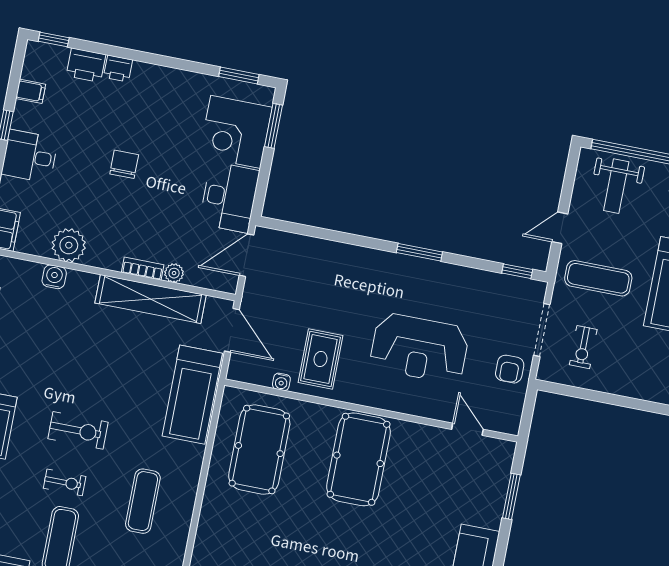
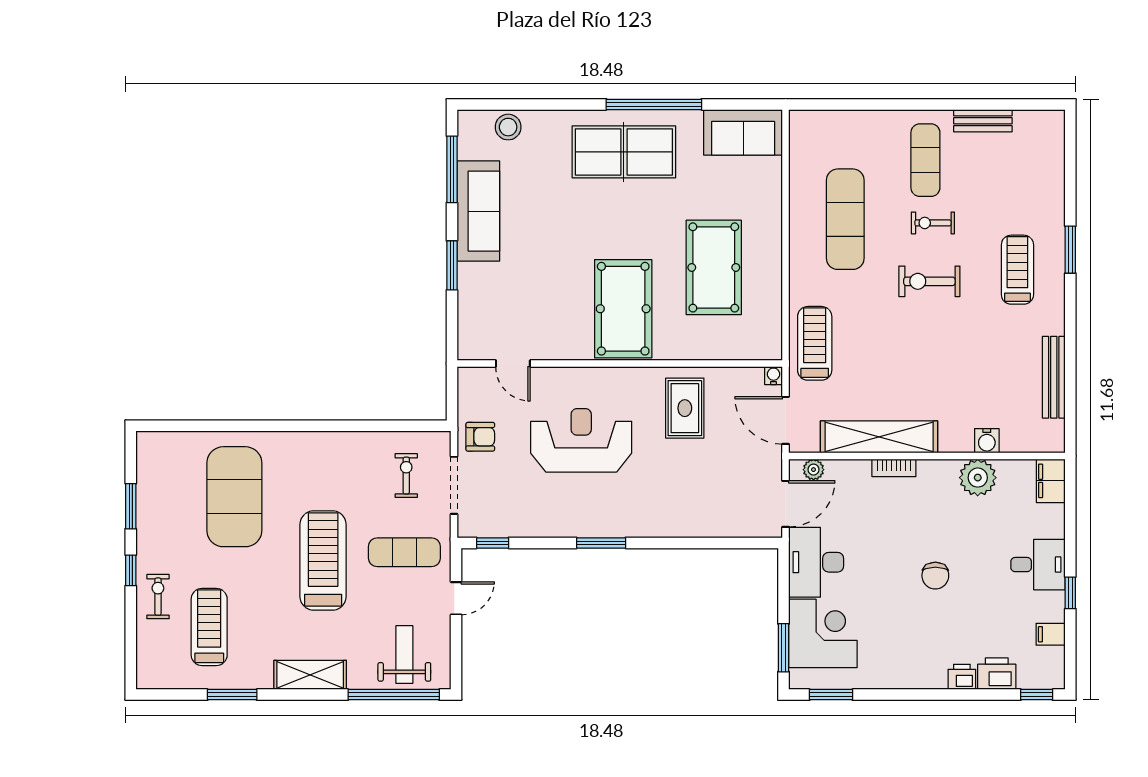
plant: (174, 273) -> (814, 470), moved
armchair: (510, 369) -> (480, 437), turned 90
water cooler: (281, 382) -> (773, 376), moved
treadmill: (192, 395) -> (815, 343), width x0.73, depth x0.73
pool table: (259, 450) -> (714, 267), moved
window: (511, 496) -> (452, 265), moved
exercise mat: (143, 501) -> (845, 219), width x1.36, depth x1.45

